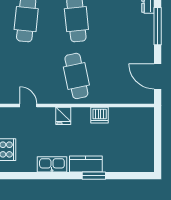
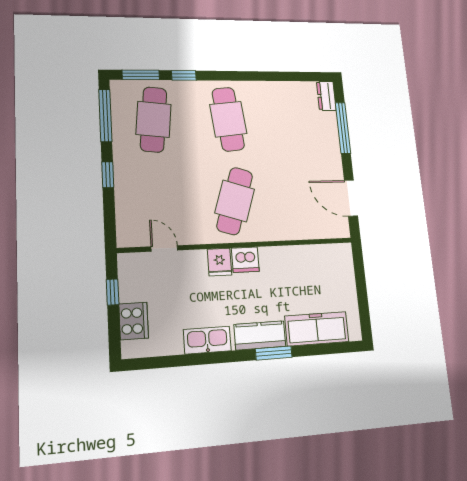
cafe table: (76, 76) -> (235, 201), turned 30
dishwasher: (100, 115) -> (245, 260), moved
freezer: (124, 162) -> (317, 329), added

